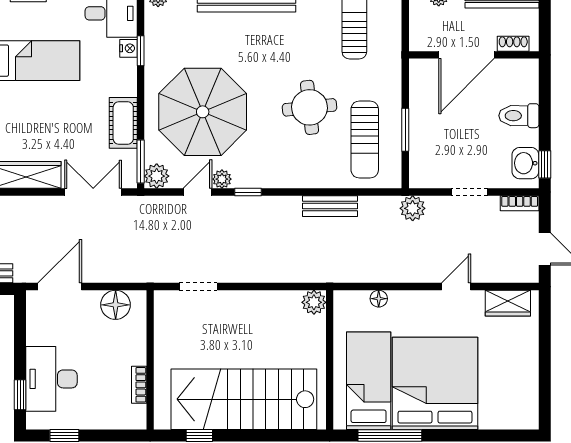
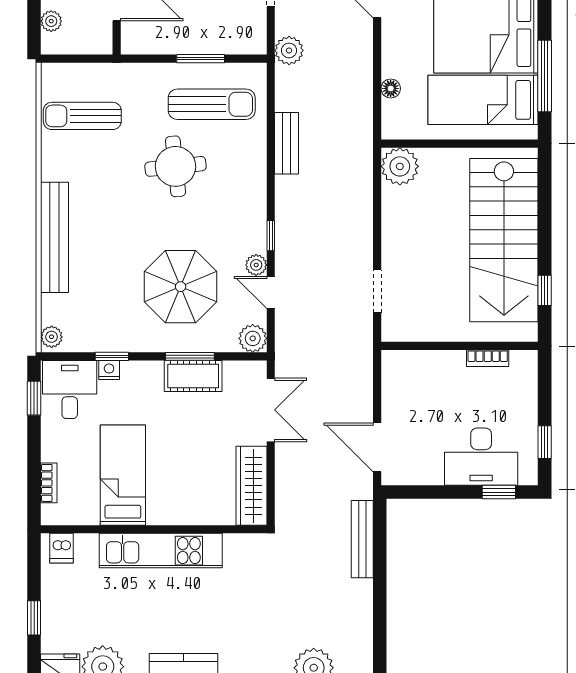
parasol: (203, 112) -> (181, 287), width x0.73, depth x0.73
window: (141, 162) -> (190, 356), moved
double door: (93, 192) -> (271, 410), swing flipped
plant: (314, 302) -> (400, 166), width x1.36, depth x1.36
floor lamp: (116, 305) -> (398, 385), removed

